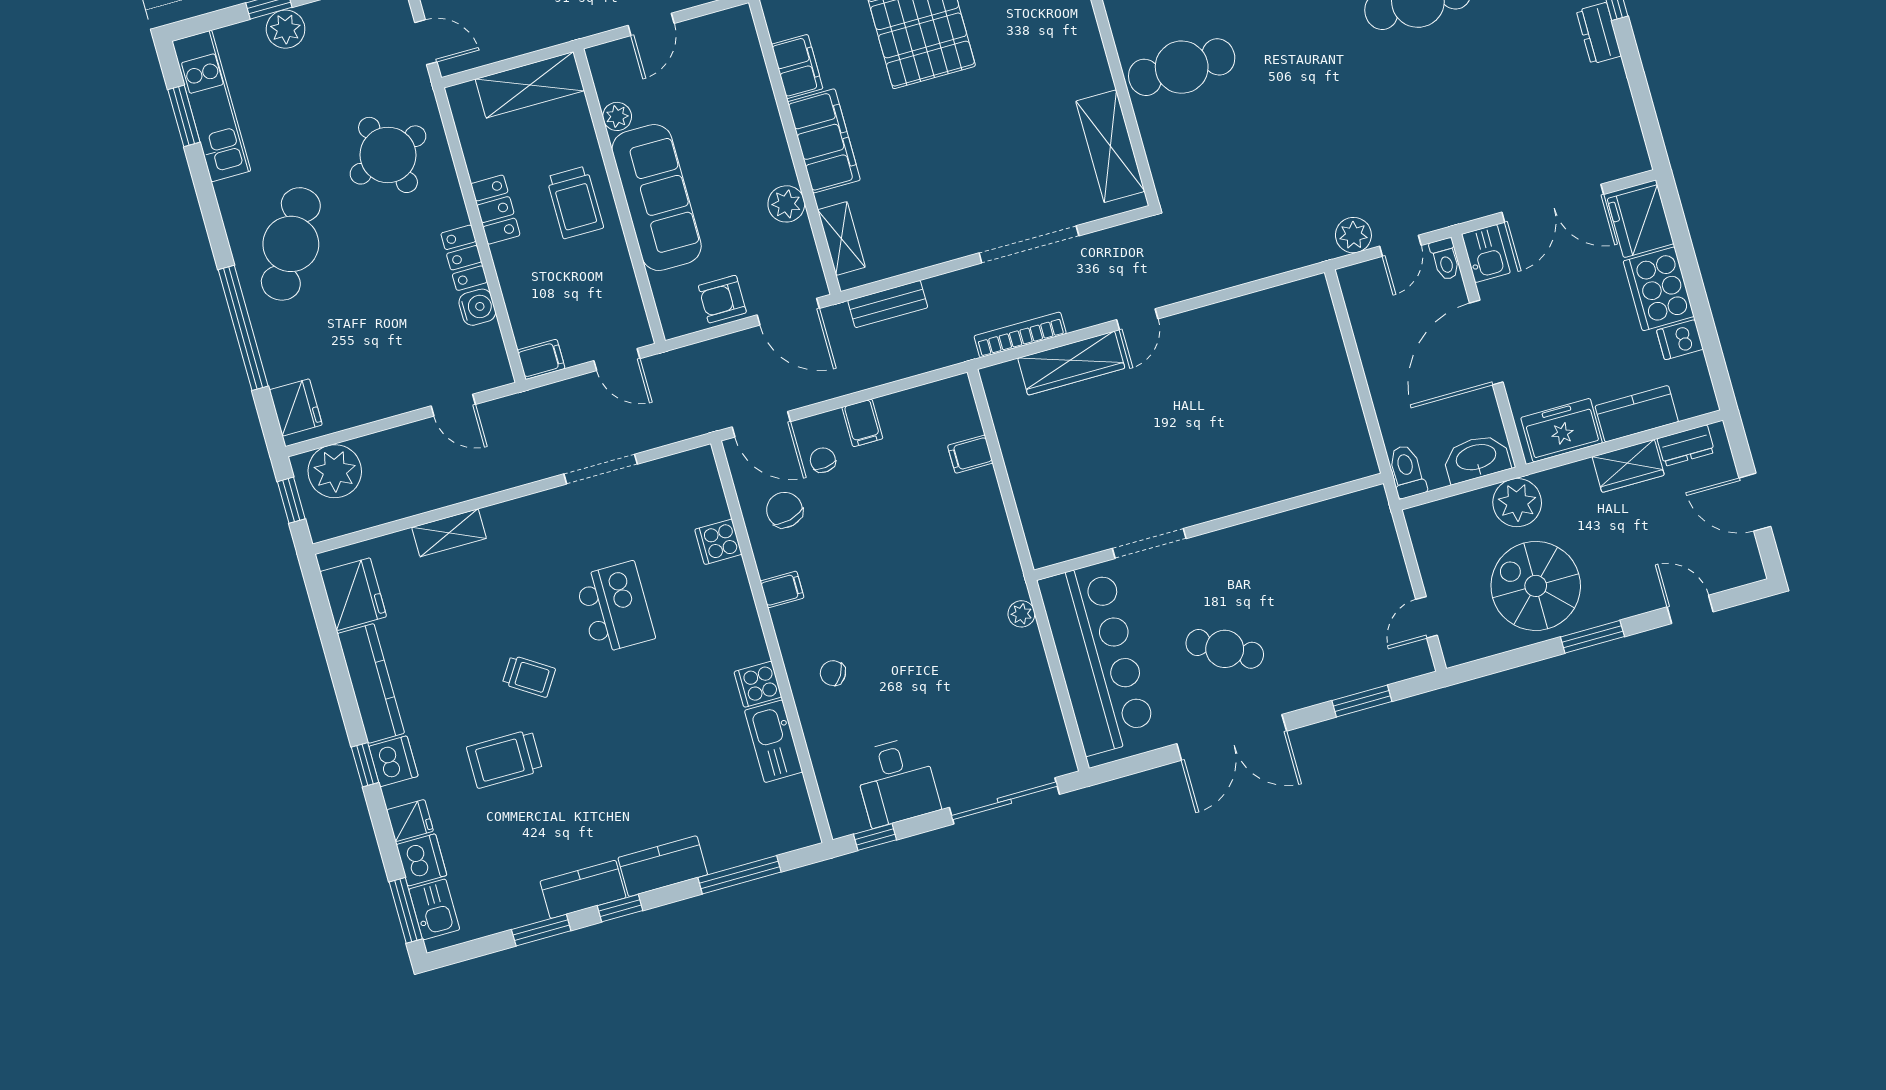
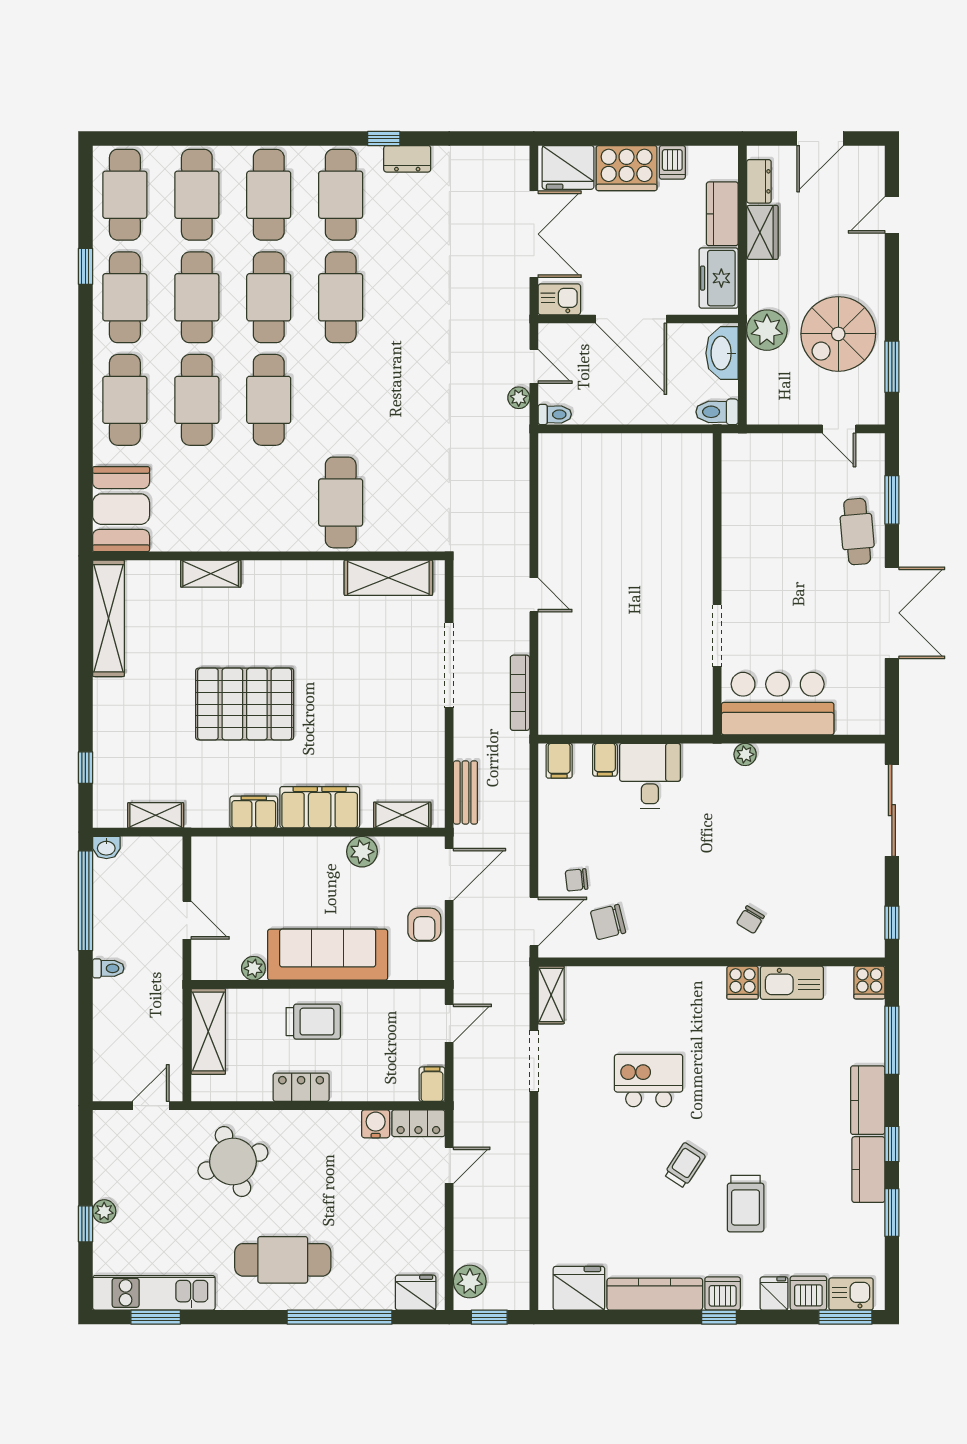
plant: (286, 29) -> (104, 1211), width x0.73, depth x0.73
plant: (1353, 235) -> (519, 398), width x0.73, depth x0.73
cafe table: (291, 244) -> (283, 1260), turned -30
locker: (464, 258) -> (418, 1123), moved
toilet: (1445, 259) -> (555, 414), moved
wardrobe: (1071, 363) -> (554, 658), removed
filing cabinet: (862, 423) -> (559, 761), moved, turned 90
plant: (335, 471) -> (470, 1281), width x0.73, depth x0.73
shelving: (449, 533) -> (551, 995), moved
cooker: (718, 542) -> (869, 982), moved
filing cabinet: (782, 589) -> (672, 942), removed
window: (1592, 637) -> (892, 367), moved
cafe table: (1225, 649) -> (857, 532), moved, turned -34
bar counter: (1097, 659) -> (778, 704), width x0.73
desk: (896, 782) -> (650, 776), moved, turned -90

